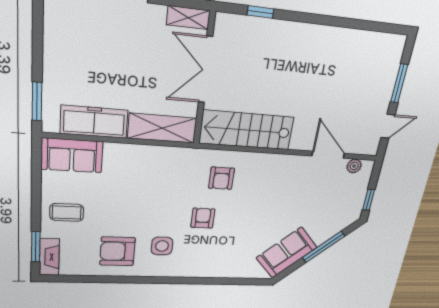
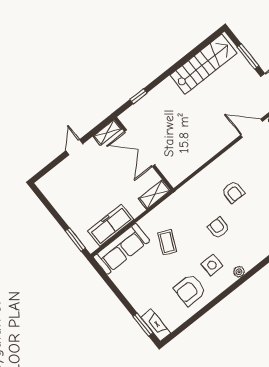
shelving: (162, 128) -> (154, 194), width x0.67, depth x0.75
stairs: (247, 130) -> (203, 64), moved, turned 180
sofa: (72, 155) -> (121, 249), width x1.36
armchair: (221, 178) -> (233, 192), moved
coffee table: (67, 212) -> (167, 242), moved, turned -65
plant: (181, 271) -> (239, 272), added

